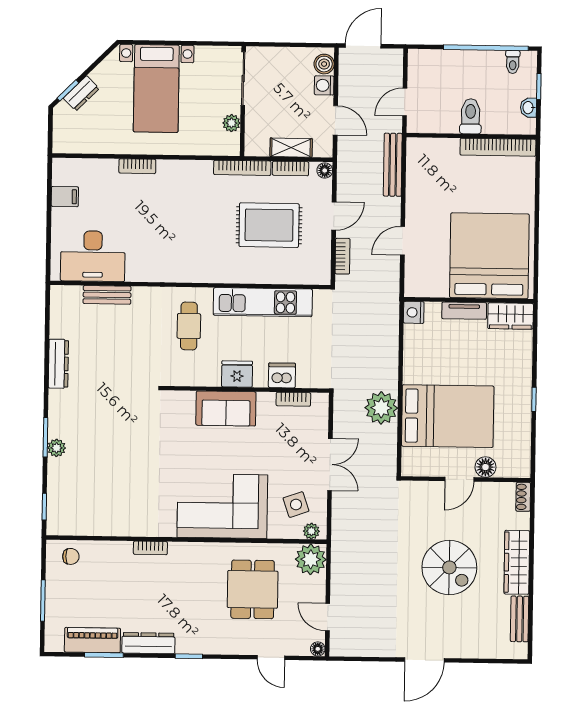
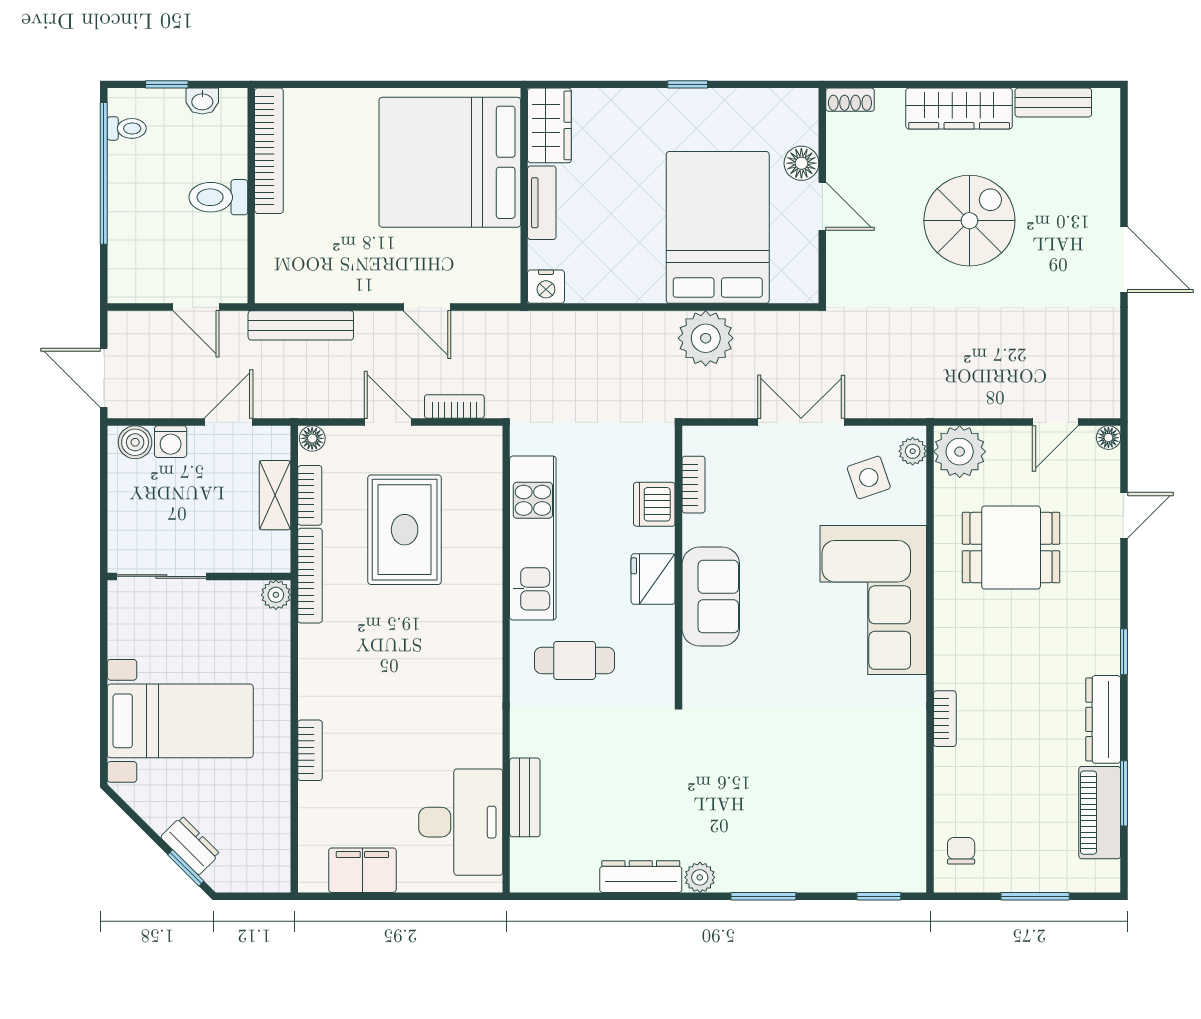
plant: (231, 123) -> (276, 595), moved
filing cabinet: (65, 197) -> (362, 870), width x2.00
plant: (57, 448) -> (700, 877), moved

